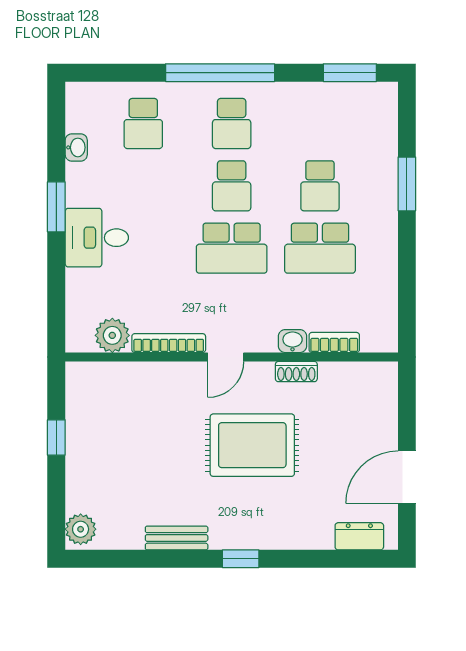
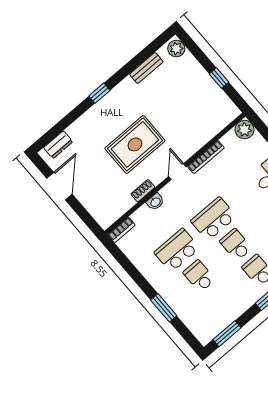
plant: (112, 335) -> (244, 130), moved
bookcase: (334, 342) -> (121, 230), moved
bench: (177, 538) -> (146, 68), moved

